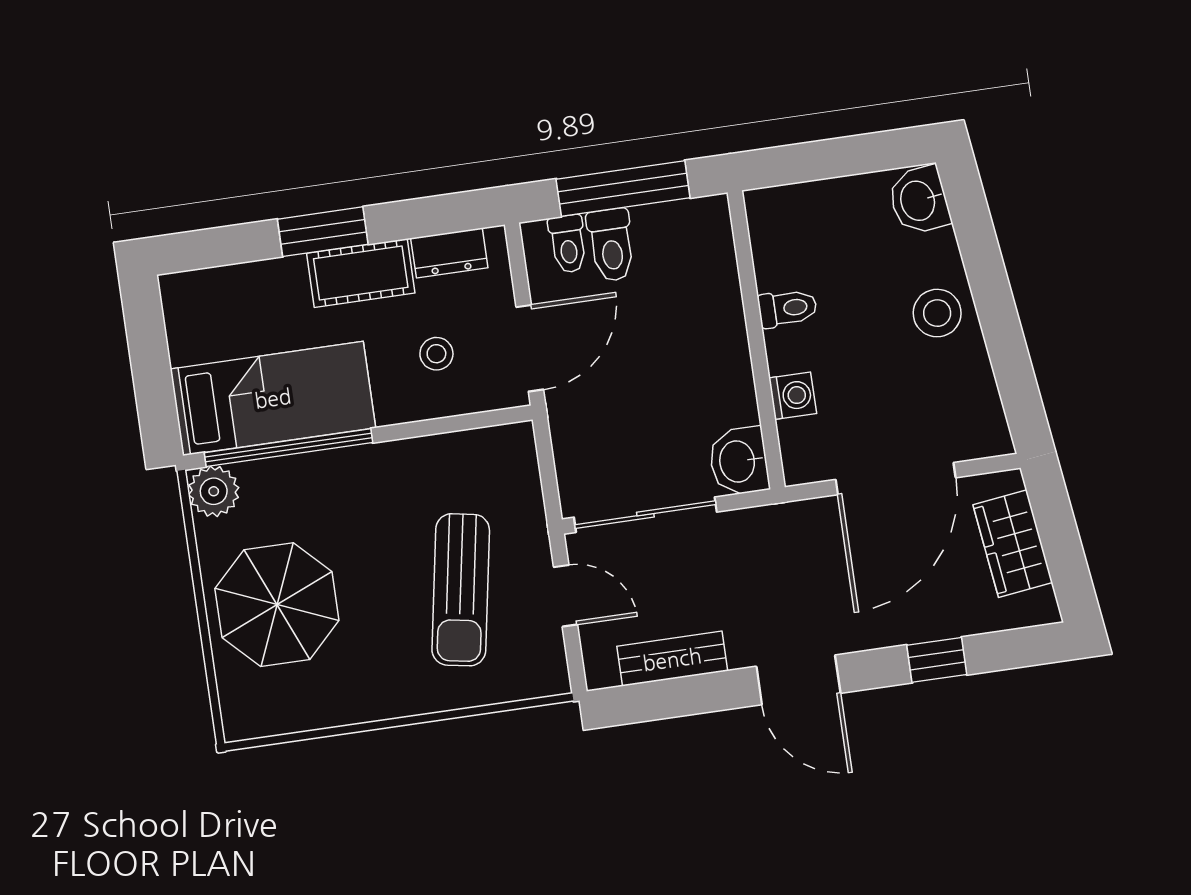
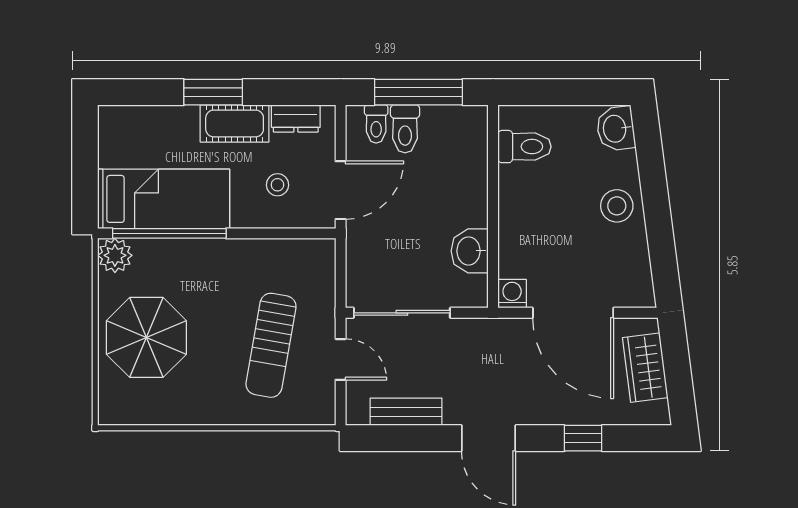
toilet: (787, 308) -> (524, 147), moved, width x1.37, depth x1.39
washing machine: (793, 396) -> (512, 294), moved, turned -90
washbasin: (739, 461) -> (470, 251), moved
door: (896, 479) -> (573, 313), hinge flipped

